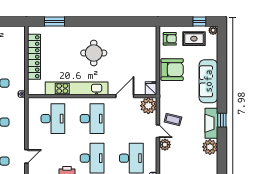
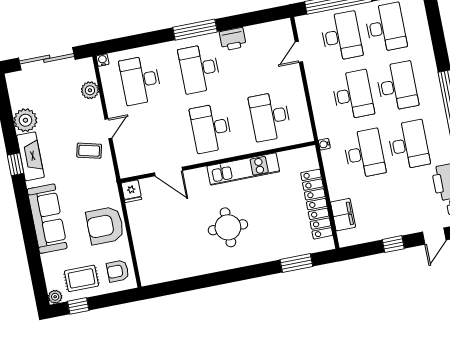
filing cabinet: (19, 47) -> (343, 215), added
kitchen unit: (77, 88) -> (243, 169), width x0.73
door: (125, 96) -> (168, 172), hinge flipped
plant: (148, 106) -> (130, 164), removed
door: (158, 131) -> (108, 129), swing flipped
plant: (165, 145) -> (90, 90), moved

